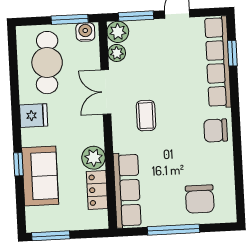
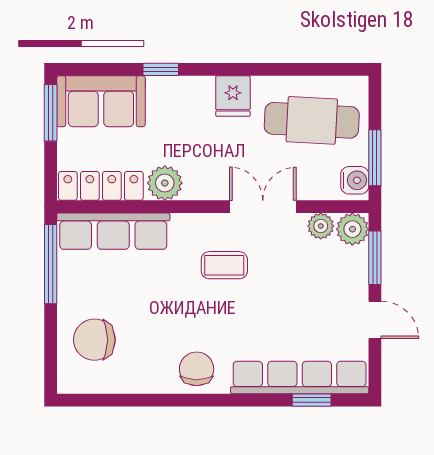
sofa: (40, 176) -> (101, 101), moved
locker: (97, 190) -> (101, 186), width x1.53
window: (174, 230) -> (51, 264), moved

